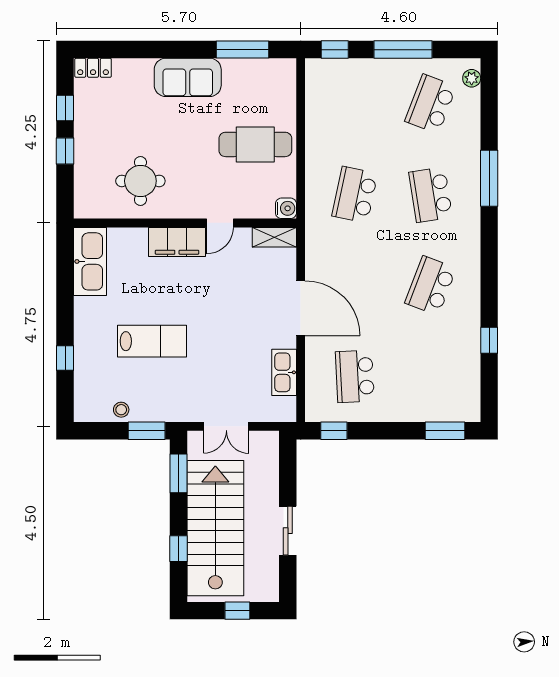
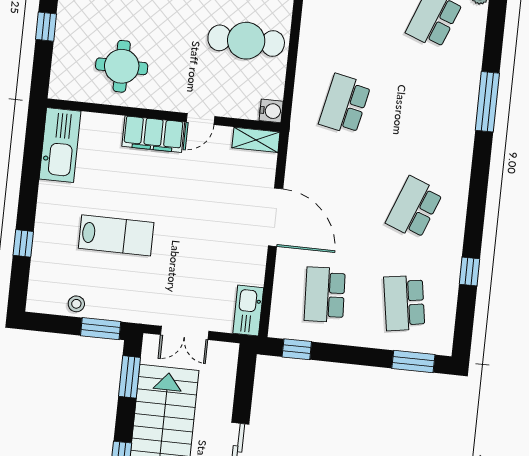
school desk: (431, 195) -> (404, 303), moved
kitchen sink: (284, 372) -> (248, 310), moved

